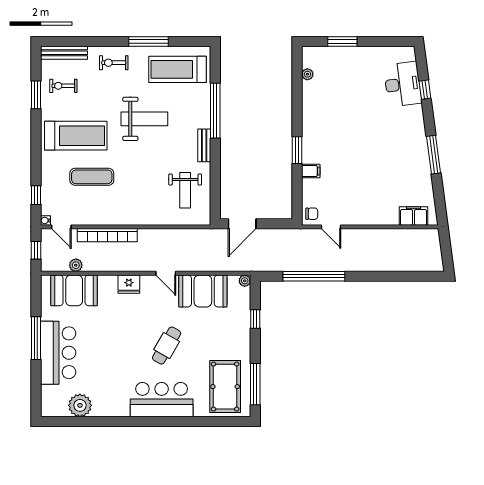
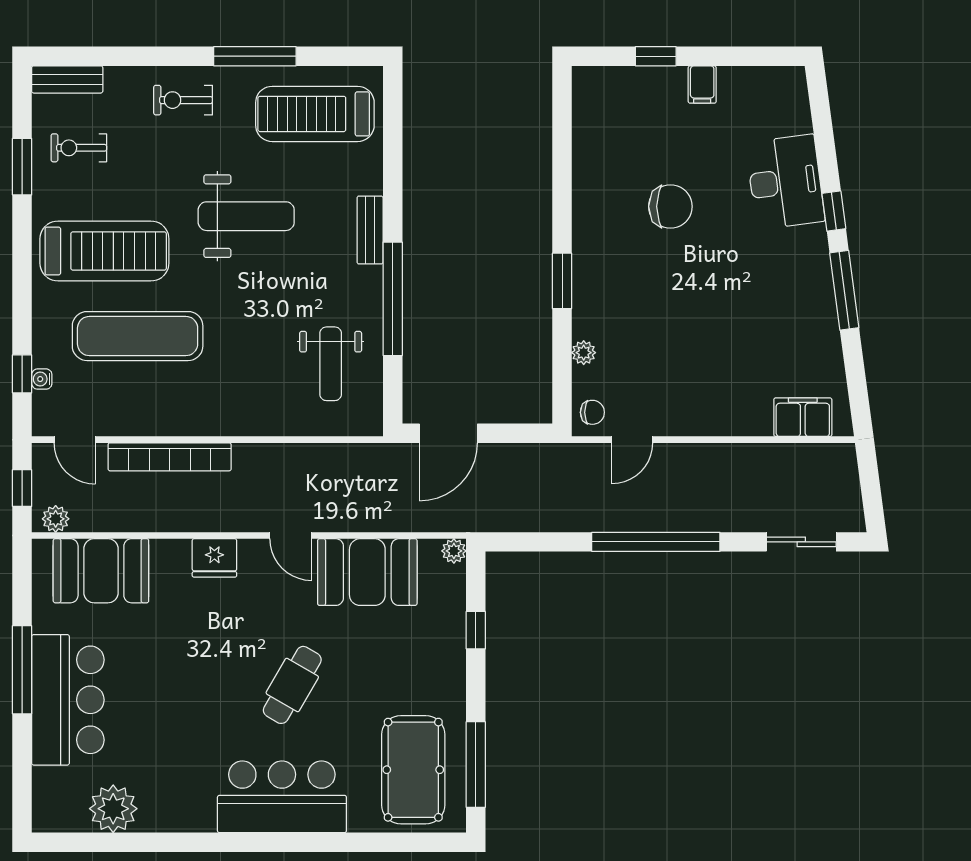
window: (342, 42) -> (656, 56), width x0.67
bench: (64, 53) -> (67, 79), width x0.73
plant: (307, 74) -> (584, 353), moved
desk: (403, 84) -> (785, 182), moved
window: (425, 90) -> (834, 211), moved
window: (215, 111) -> (393, 299), moved
chair: (349, 114) -> (670, 206), added
bench: (204, 145) -> (370, 230), moved
filing cabinet: (311, 171) -> (702, 85), moved, turned 90
exercise mat: (92, 177) -> (138, 336), width x1.36, depth x1.45
water cooler: (45, 220) -> (42, 379), moved
door: (331, 227) -> (632, 440), hinge flipped
plant: (76, 265) -> (56, 519), moved
window: (314, 276) -> (656, 542), moved
sliding door: (413, 276) -> (801, 542), added

